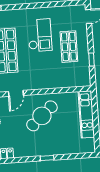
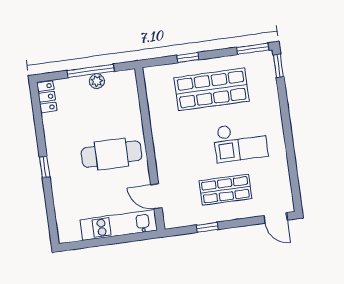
door: (16, 93) -> (156, 196), moved
cafe table: (42, 116) -> (111, 154), turned -49

